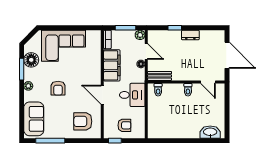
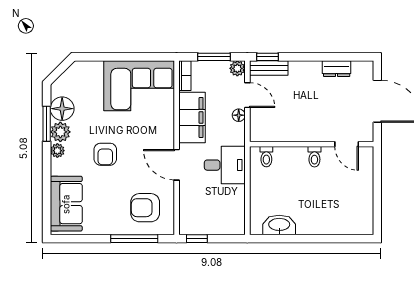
window: (175, 28) -> (267, 57), moved
dresser: (190, 35) -> (337, 69), moved
corner sofa: (63, 46) -> (139, 86), moved
plant: (30, 74) -> (60, 132), added
bench: (160, 76) -> (269, 68), moved
armchair: (124, 125) -> (212, 214), removed
washbasin: (210, 132) -> (279, 225), moved
window: (50, 141) -> (134, 239), moved

